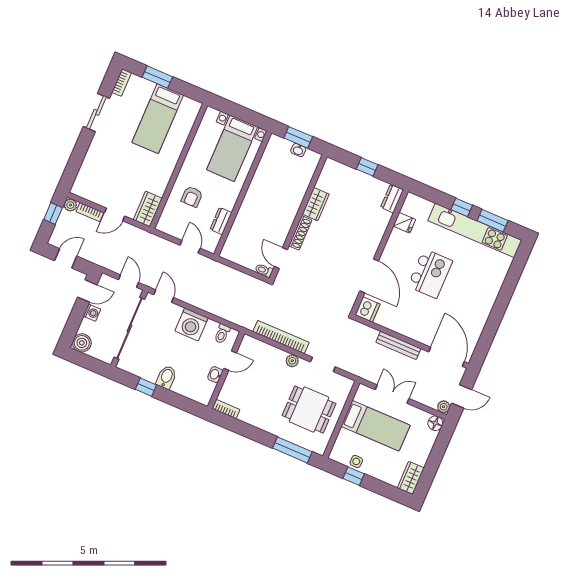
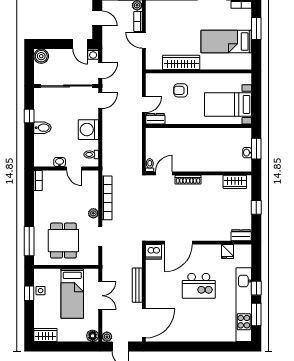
wardrobe: (316, 204) -> (235, 182), moved
wardrobe: (148, 209) -> (181, 62), moved, width x1.50
dresser: (221, 221) -> (155, 119), moved
washing machine: (92, 313) -> (93, 54), moved

